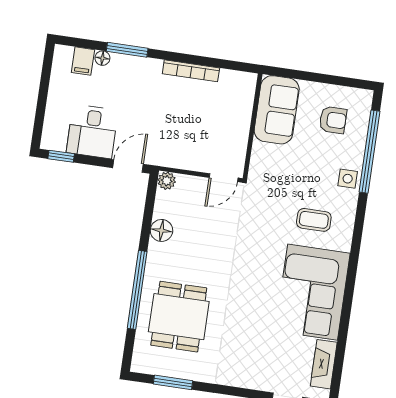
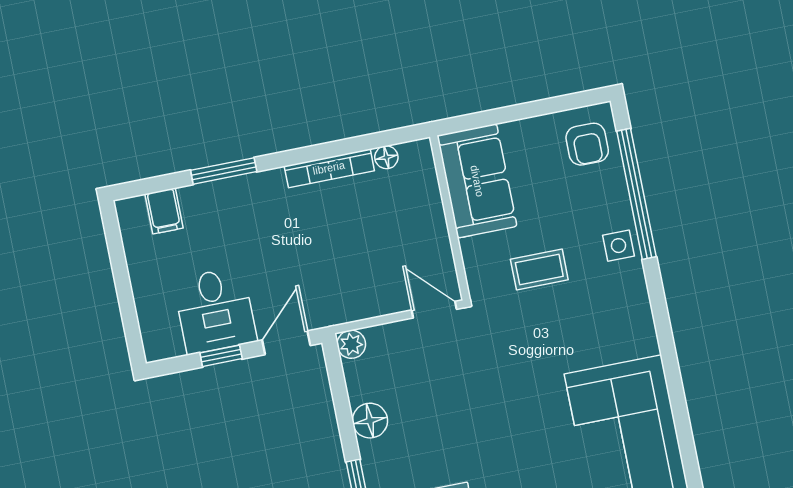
floor lamp: (102, 58) -> (386, 157), moved
armchair: (333, 120) -> (587, 144), moved, turned 90
window: (61, 156) -> (221, 356), moved
door: (224, 178) -> (434, 310), swing flipped
coffee table: (314, 220) -> (539, 269), moved

